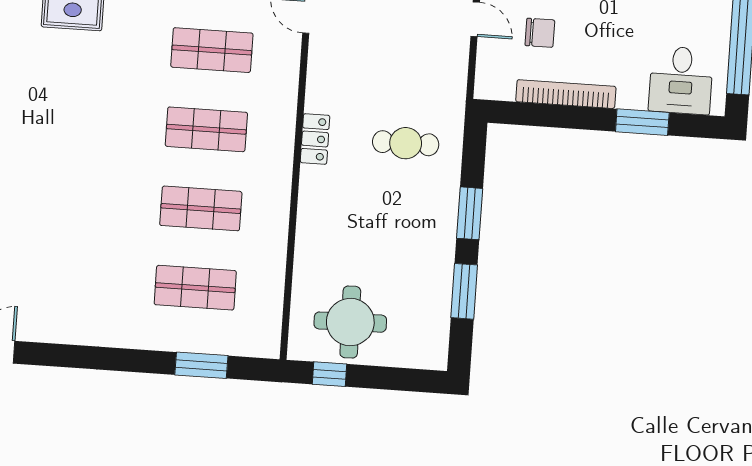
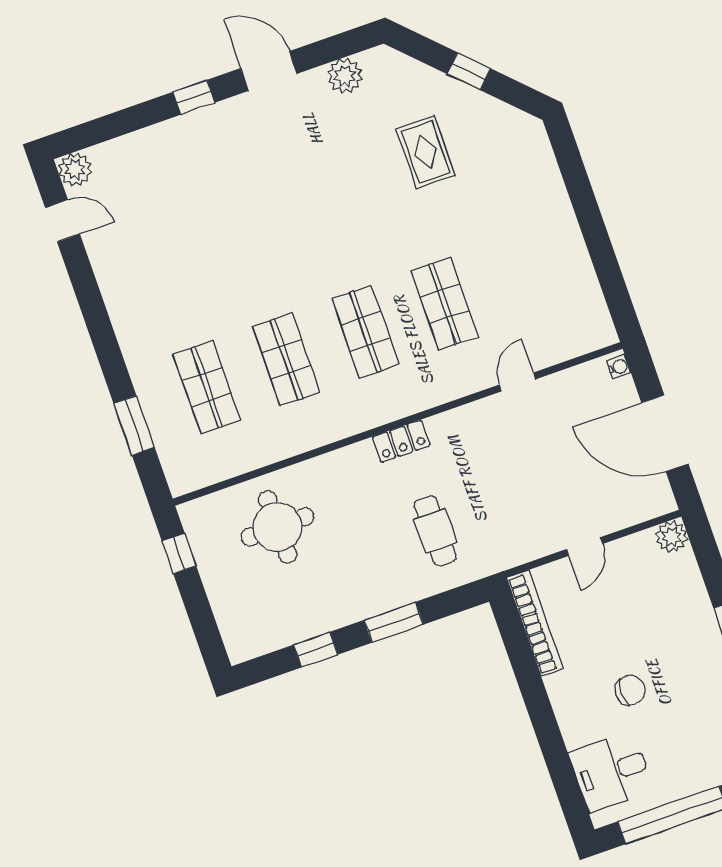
chair: (540, 33) -> (630, 690), moved, turned -90
bookcase: (566, 94) -> (535, 623), moved
window: (642, 122) -> (555, 752), removed
window: (464, 291) -> (316, 650), width x0.67
round table: (350, 322) -> (277, 527), moved

